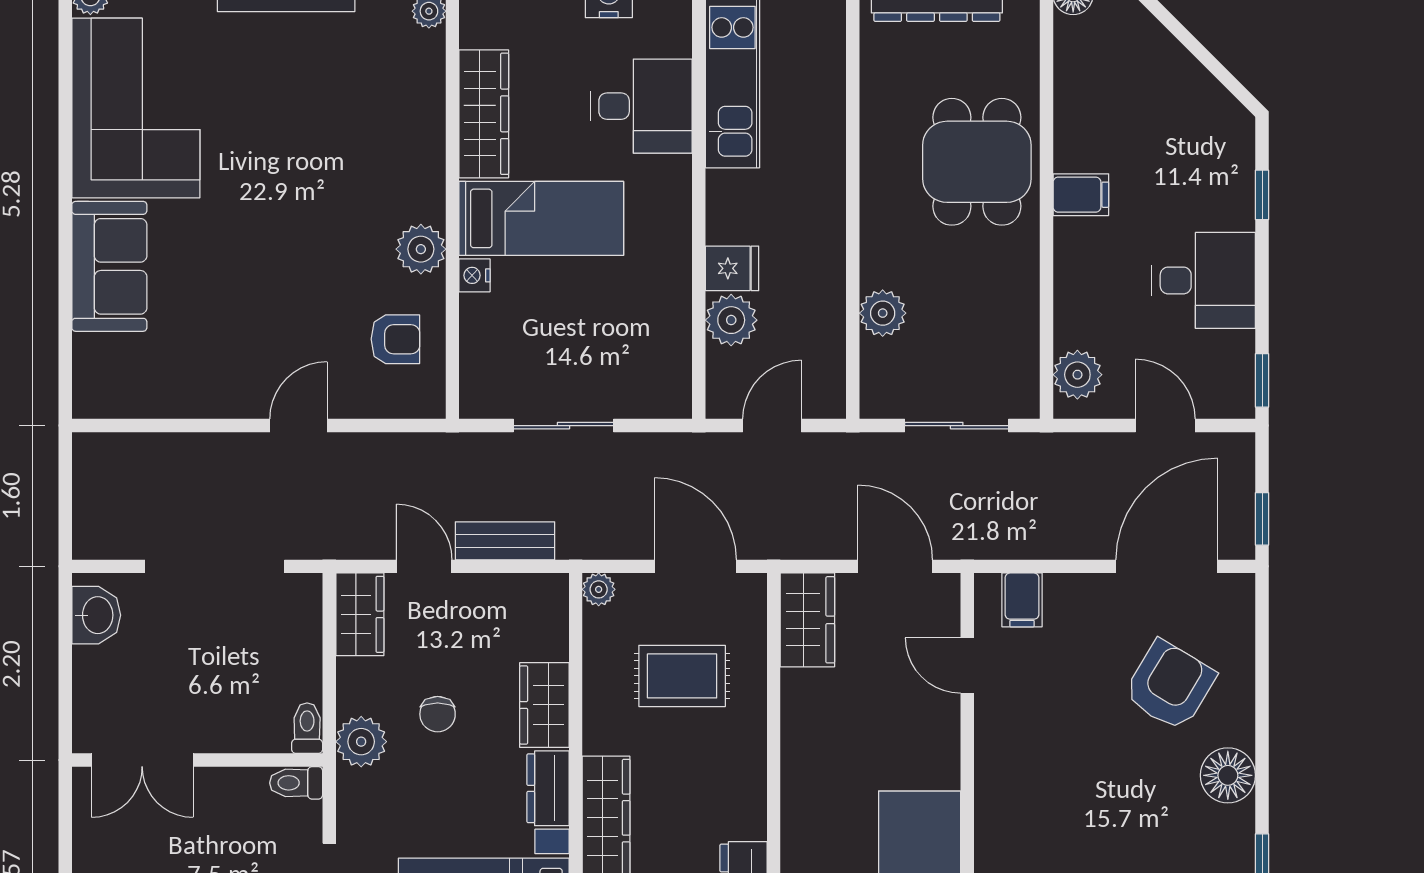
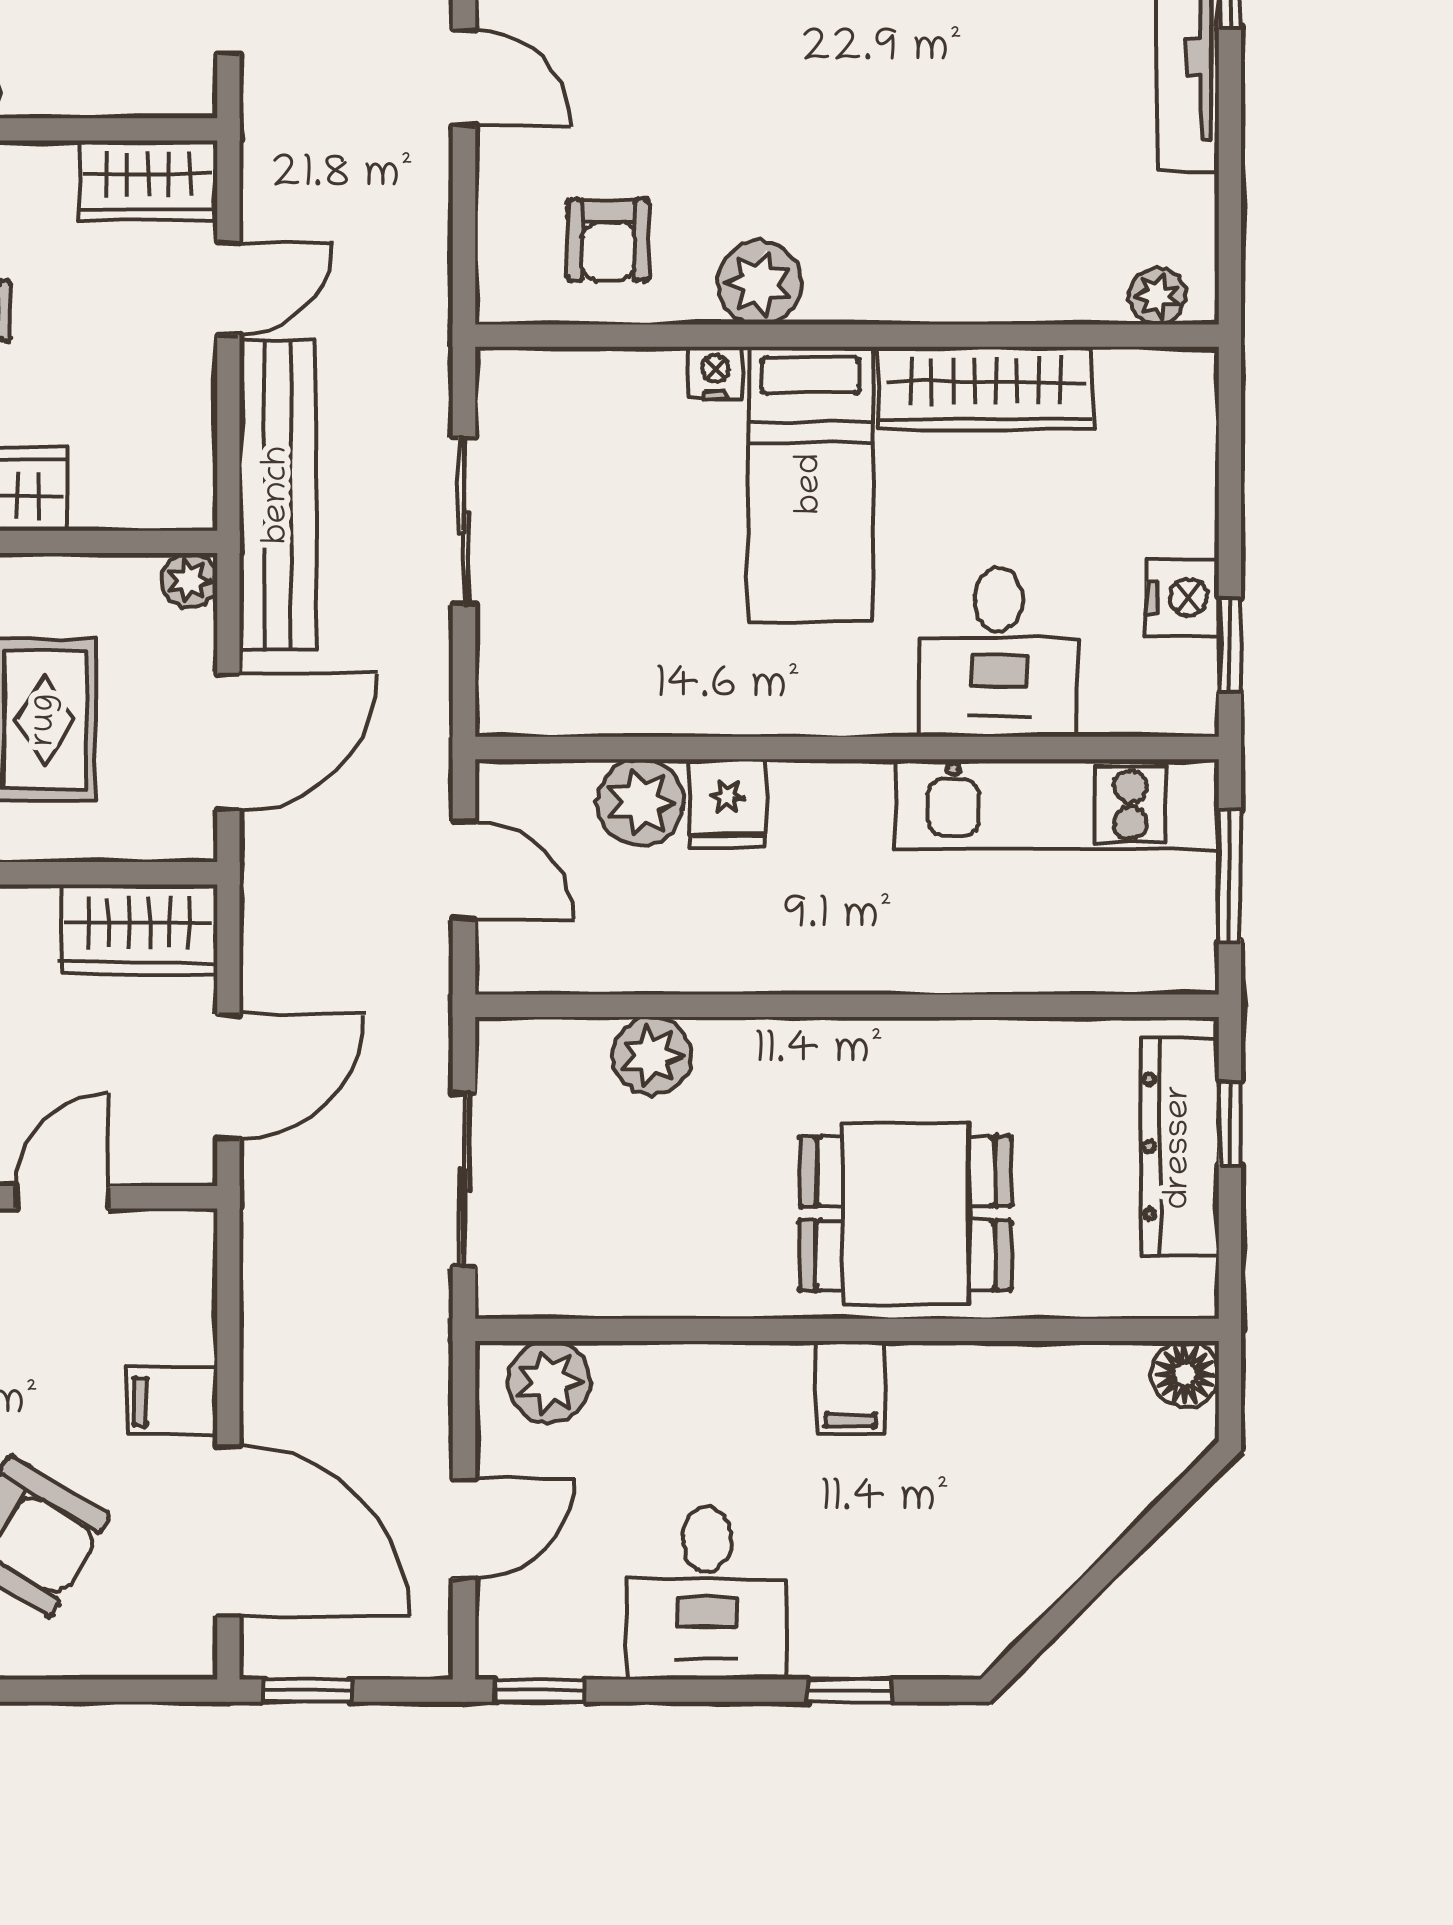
bench: (505, 541) -> (278, 495), width x1.86, depth x1.21
filing cabinet: (1022, 600) -> (172, 1401), moved

